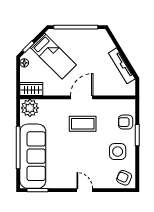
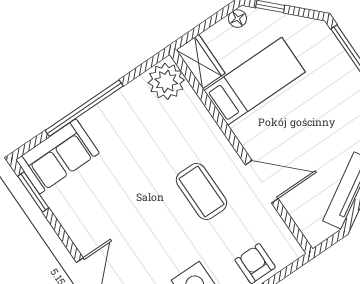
bed: (53, 56) -> (255, 81), moved, turned -135
door: (82, 97) -> (262, 182), moved
sofa: (33, 156) -> (58, 156), width x0.54, depth x0.79

